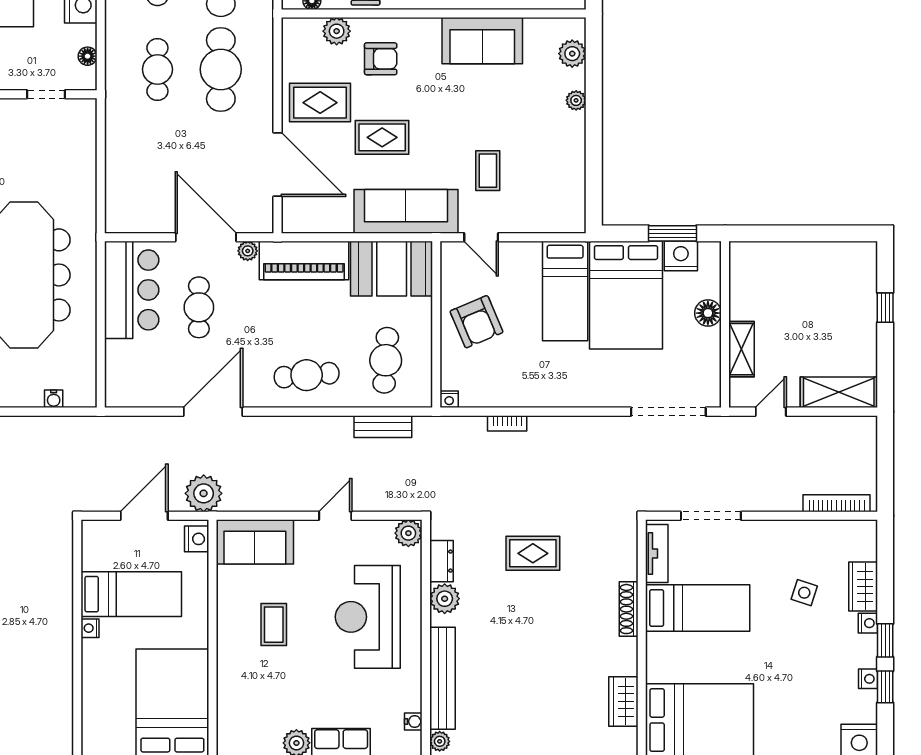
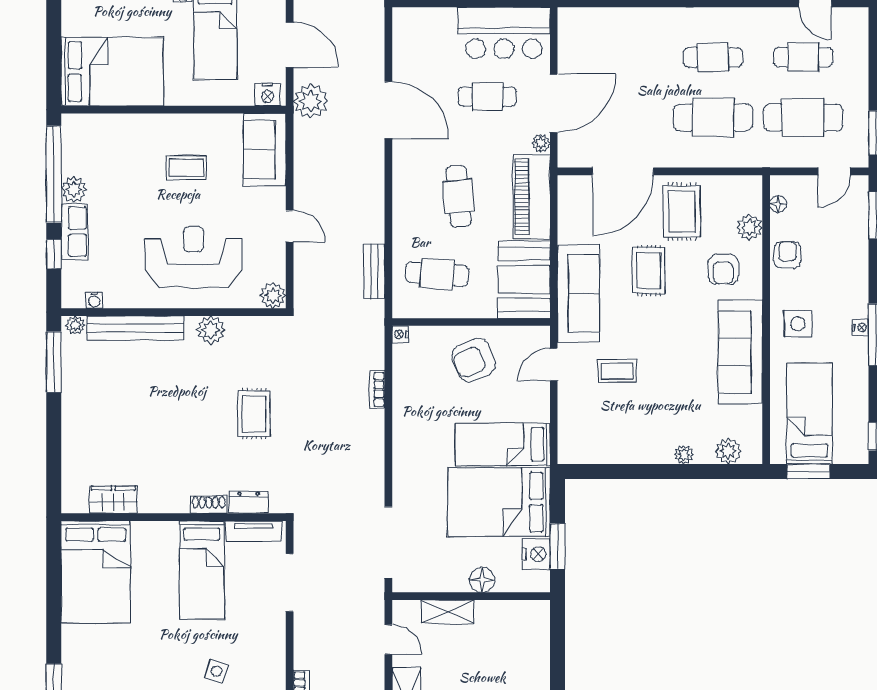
sofa: (482, 41) -> (740, 352), width x1.36
cafe table: (307, 375) -> (458, 196), moved
dresser: (441, 561) -> (249, 502), moved, turned 180
shoe rack: (629, 609) -> (209, 505), width x0.70

